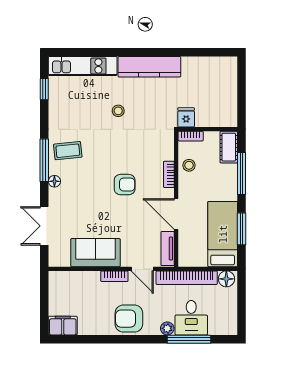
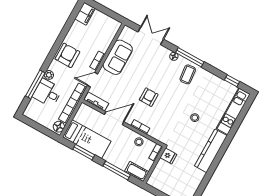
armchair: (125, 185) -> (149, 97), turned 180

